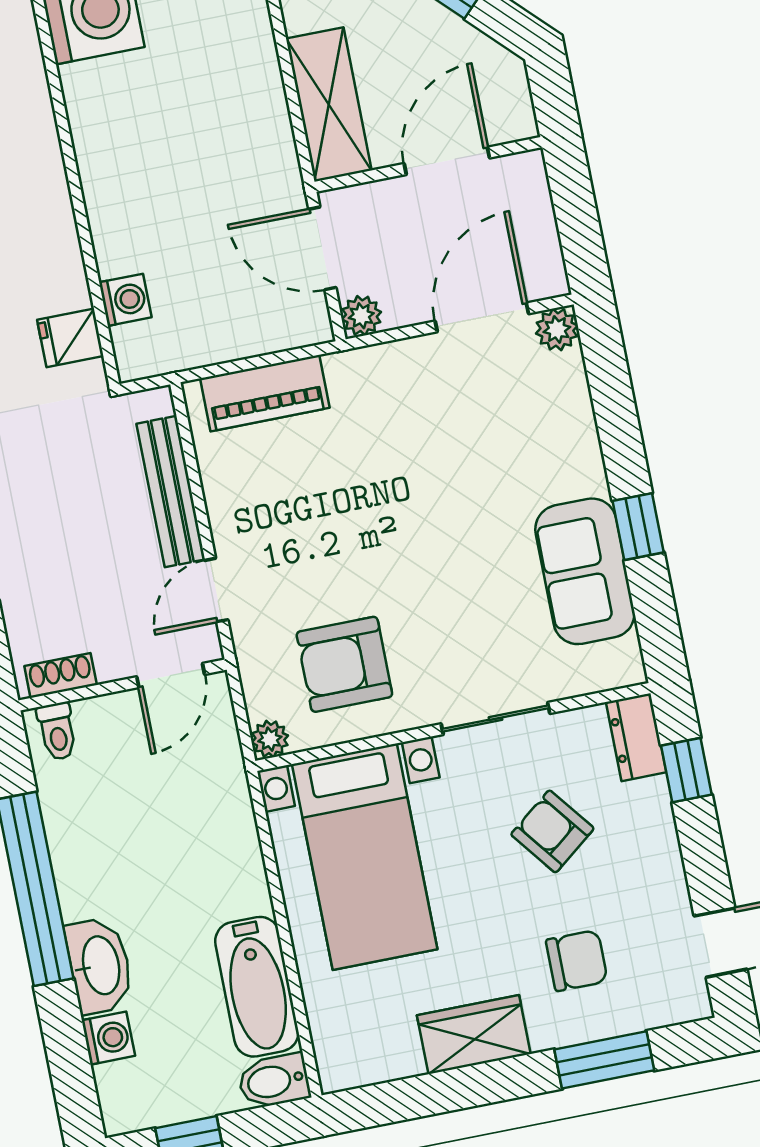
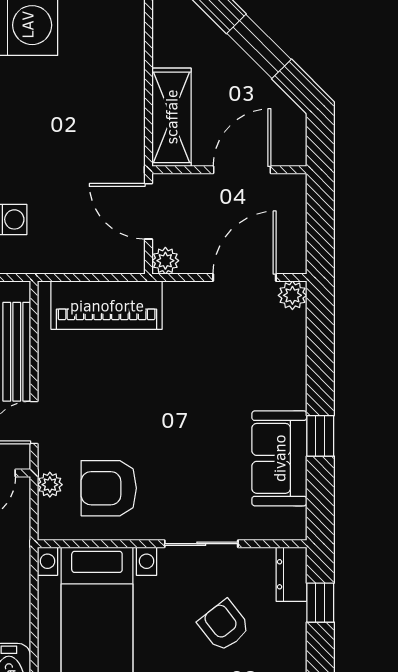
piano: (265, 393) -> (107, 305), width x1.37, depth x1.33
plant: (270, 739) -> (50, 485), moved

